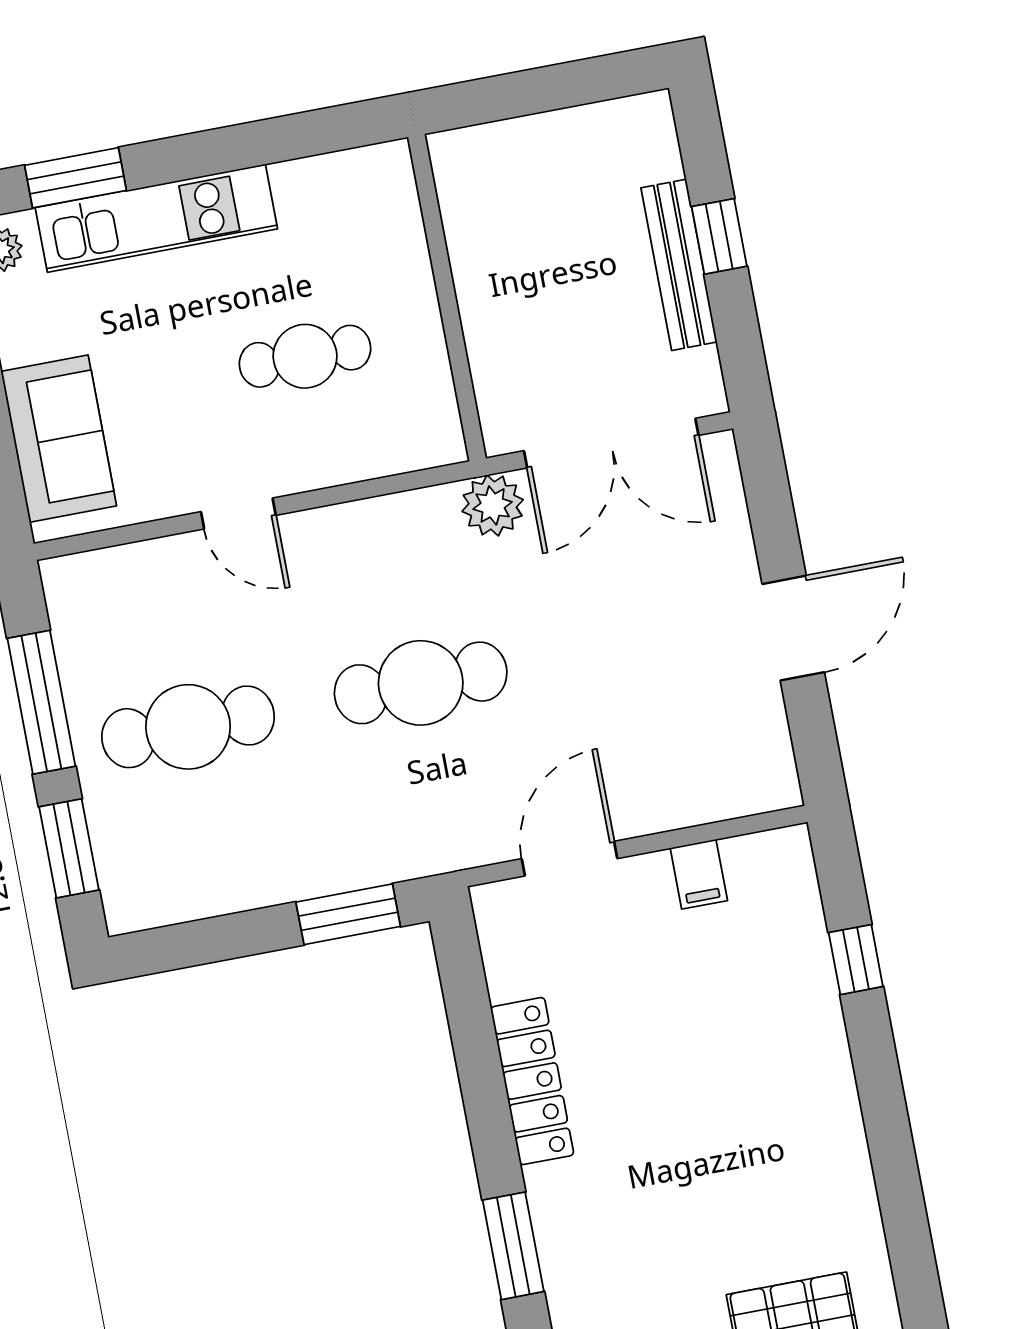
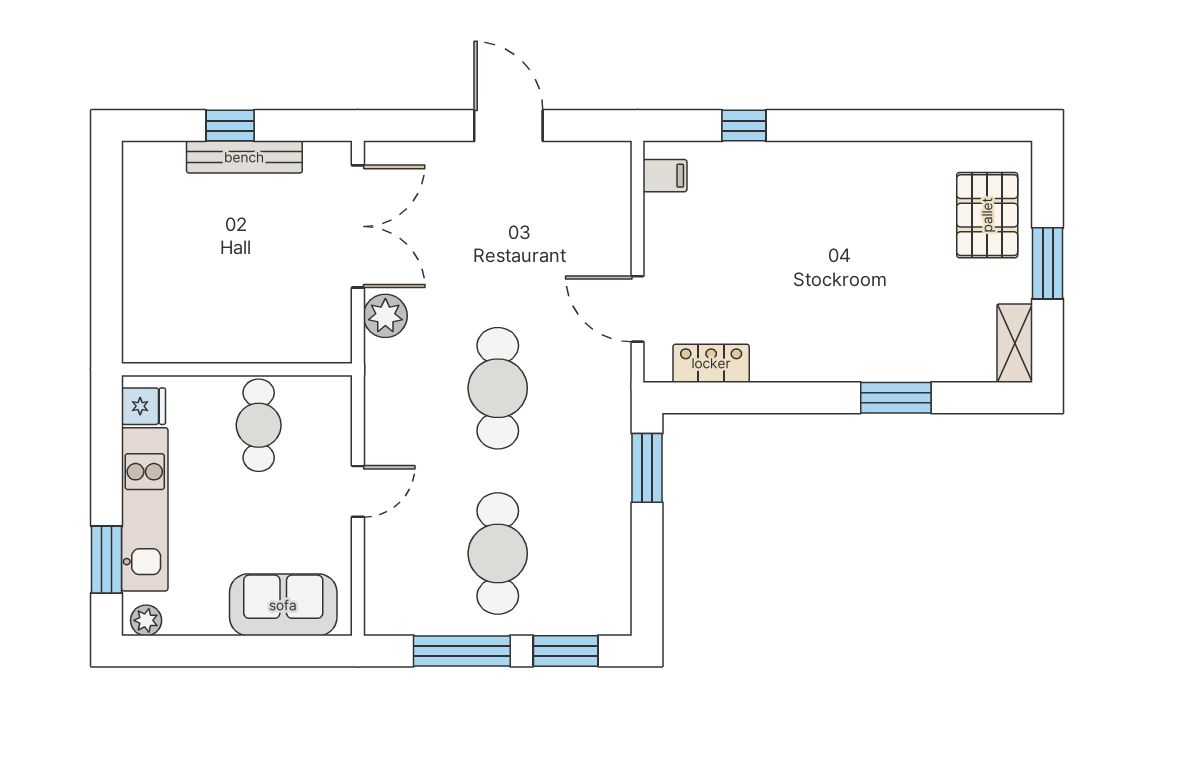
fridge: (301, 189) -> (144, 406), added
wall: (447, 298) -> (237, 369), moved
filing cabinet: (699, 874) -> (665, 176), moved
locker: (532, 1081) -> (711, 363), moved, width x0.66

